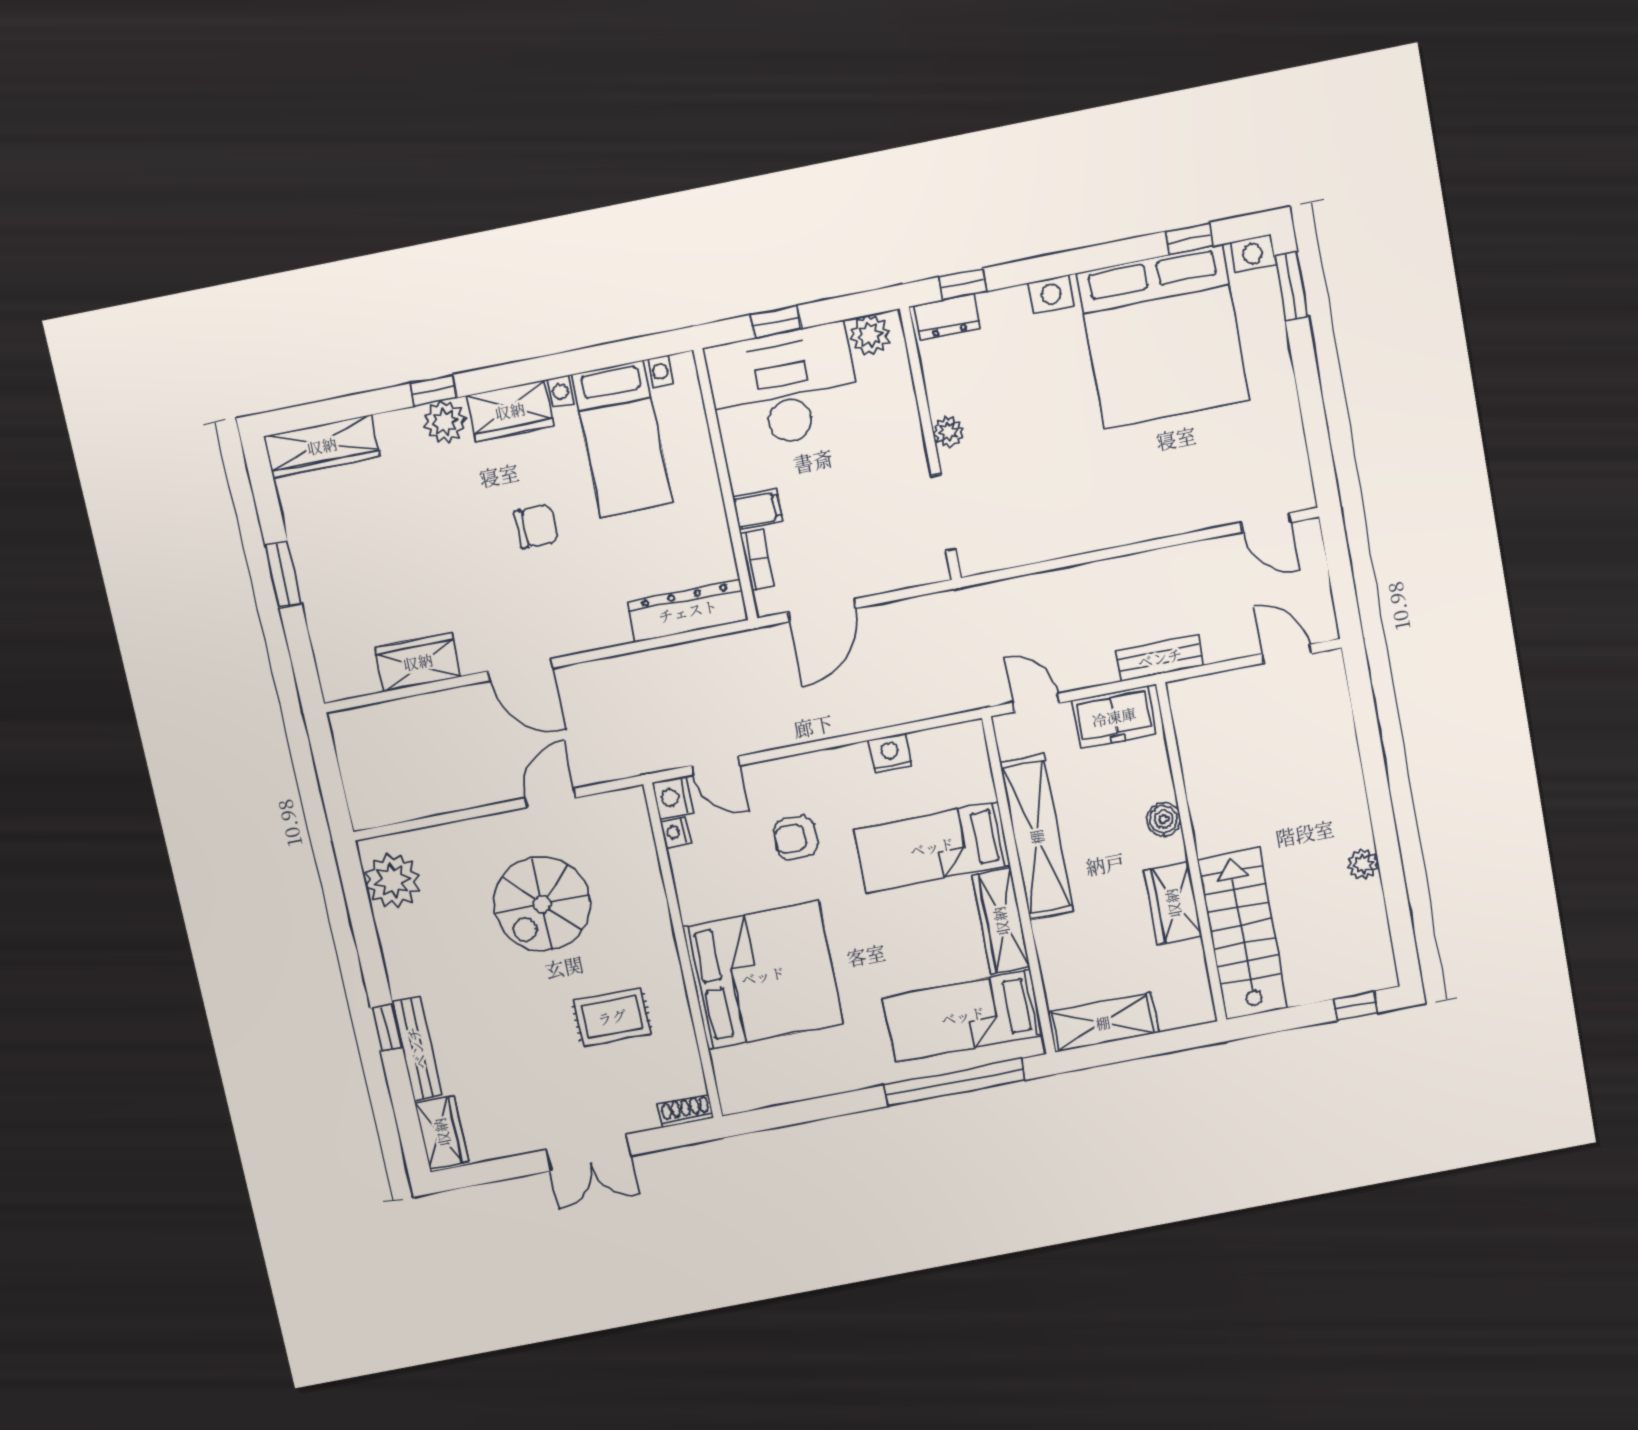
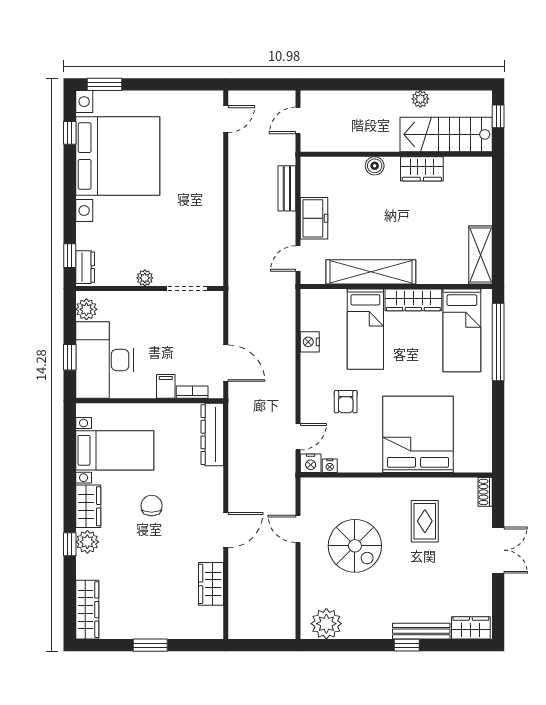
boiler: (1164, 819) -> (375, 166), moved
wall: (1191, 853) -> (396, 154), moved
wardrobe: (1173, 903) -> (422, 169), moved
stairs: (1243, 934) -> (446, 134), moved

